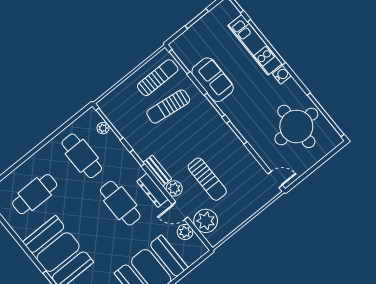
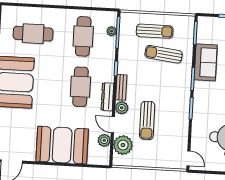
sun lounger: (158, 78) -> (155, 31), moved

